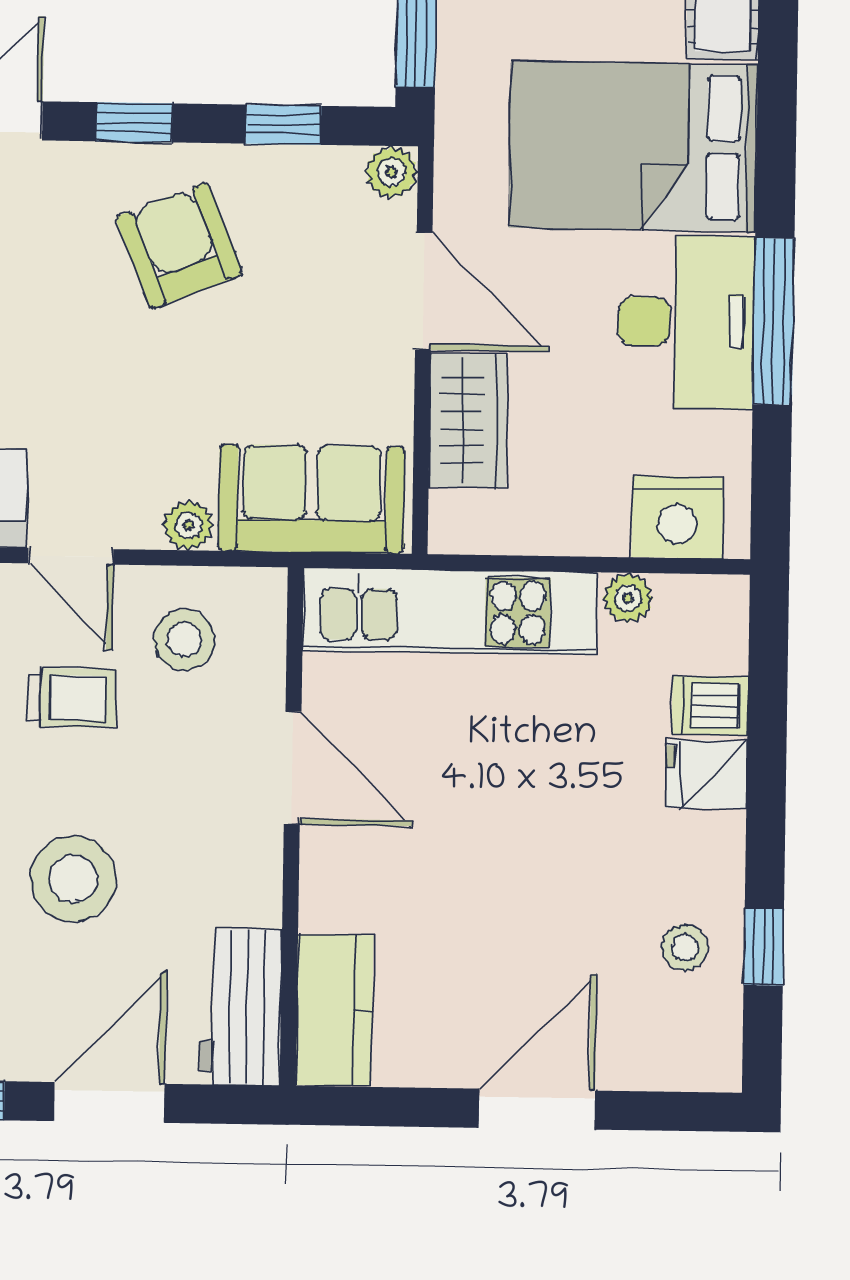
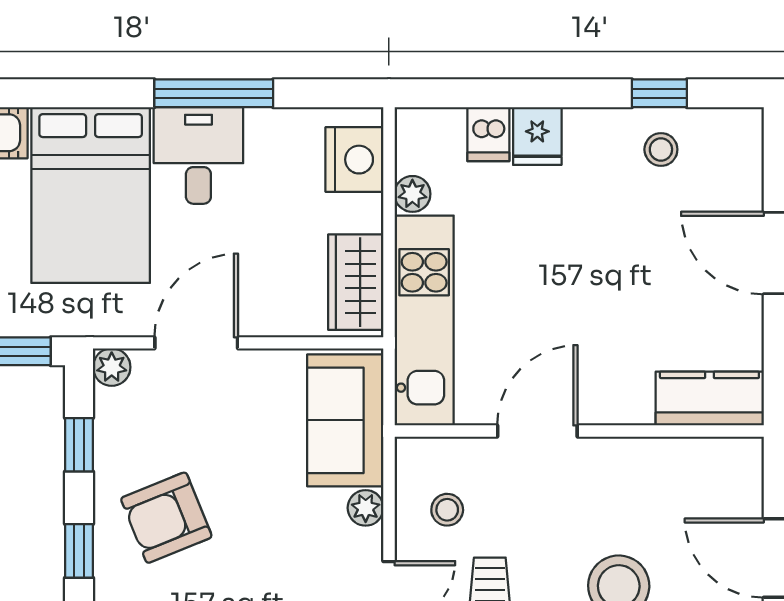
desk: (686, 322) -> (198, 155), width x0.73
wardrobe: (468, 421) -> (356, 282), moved, turned -90
stool: (184, 640) -> (447, 510), width x0.73, depth x0.73
workbench: (241, 1007) -> (708, 465), removed

